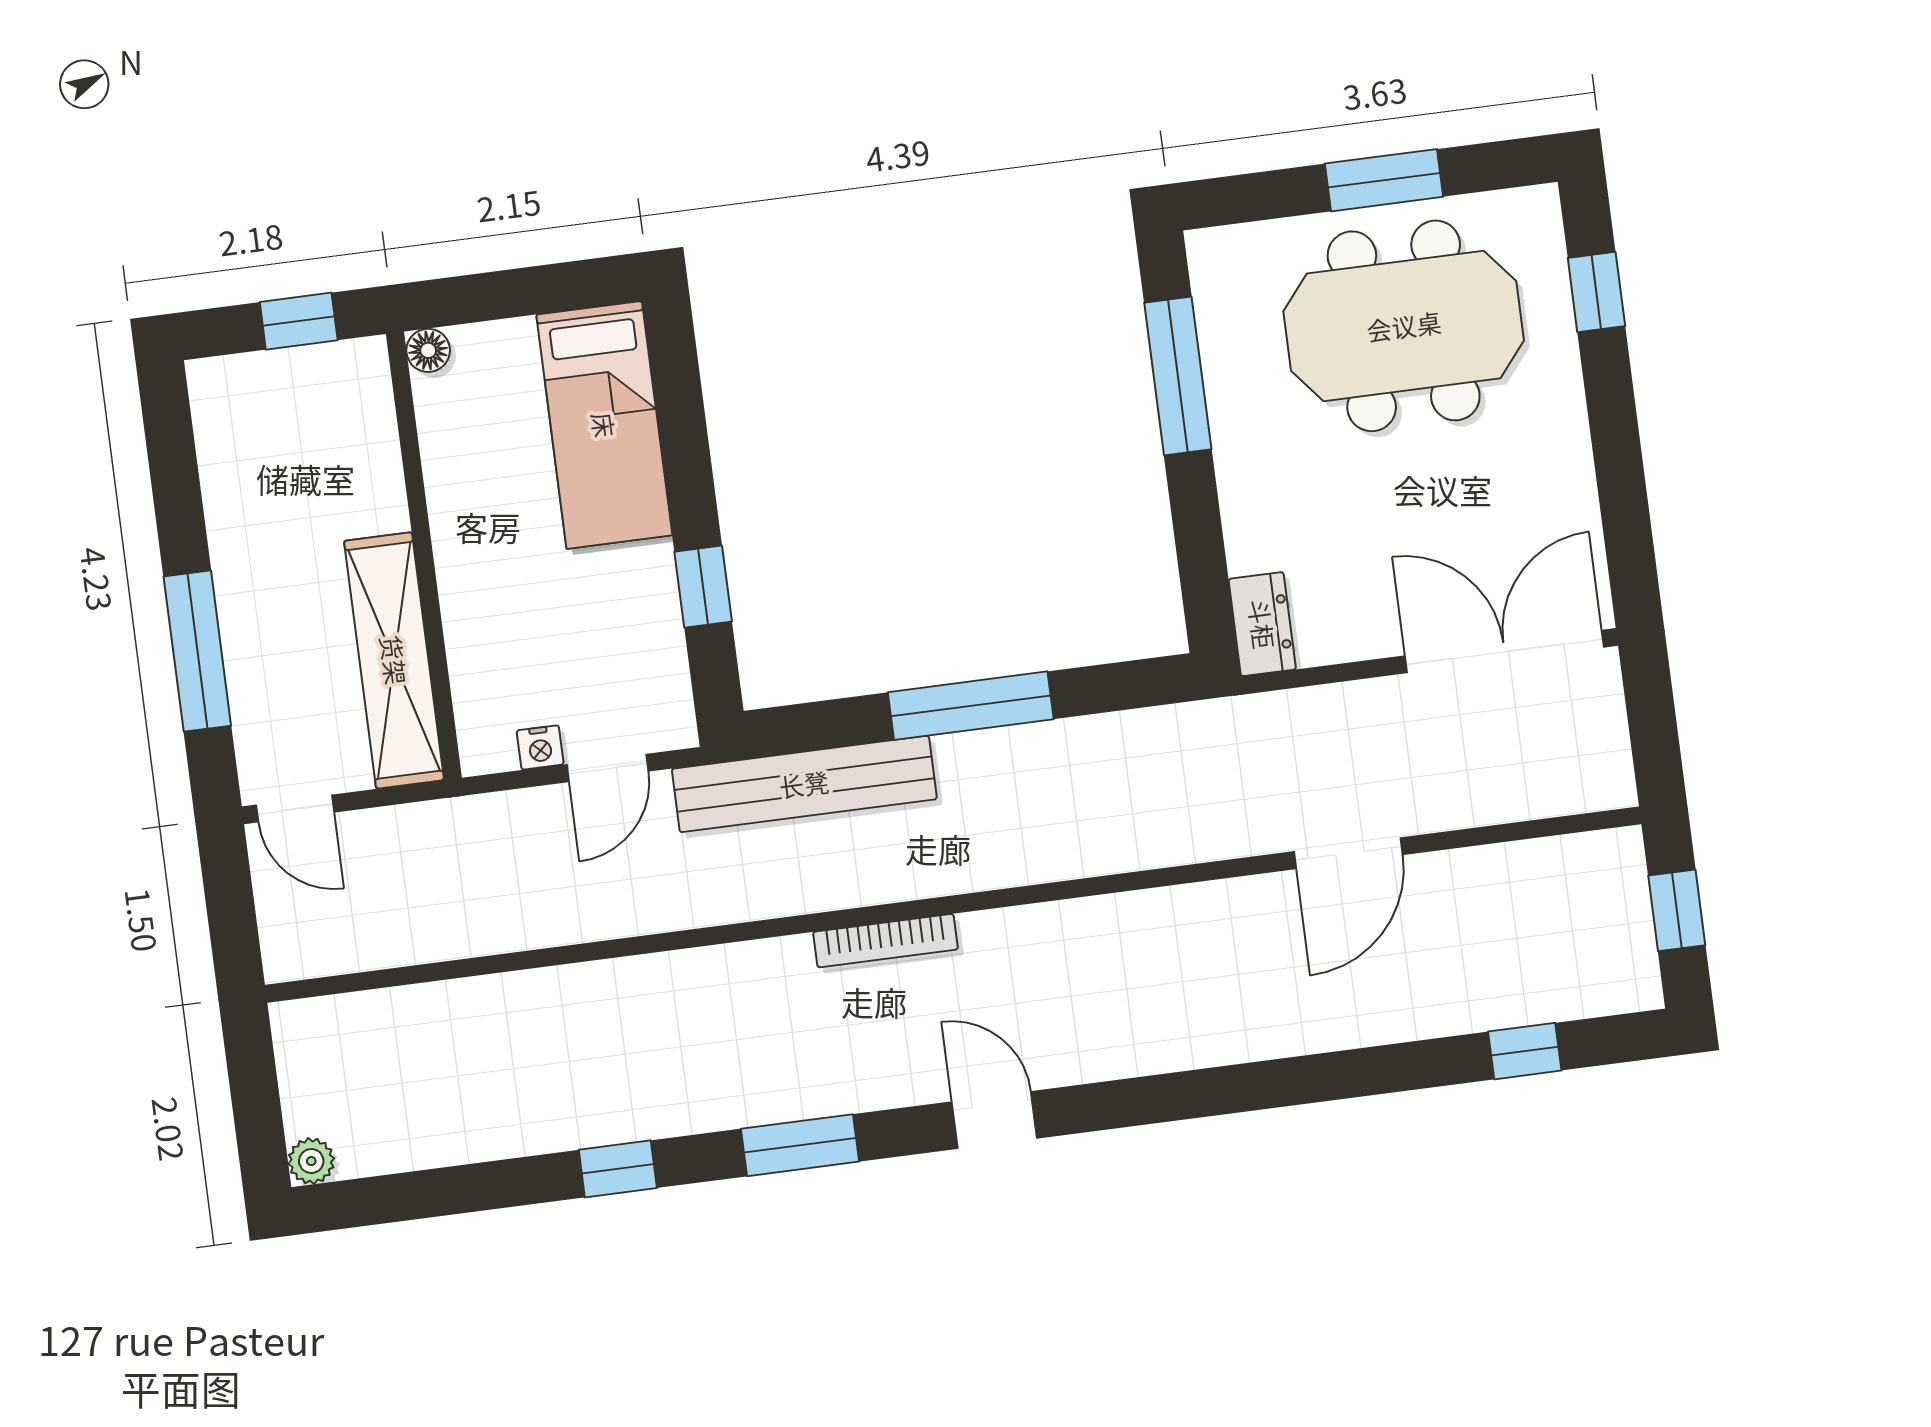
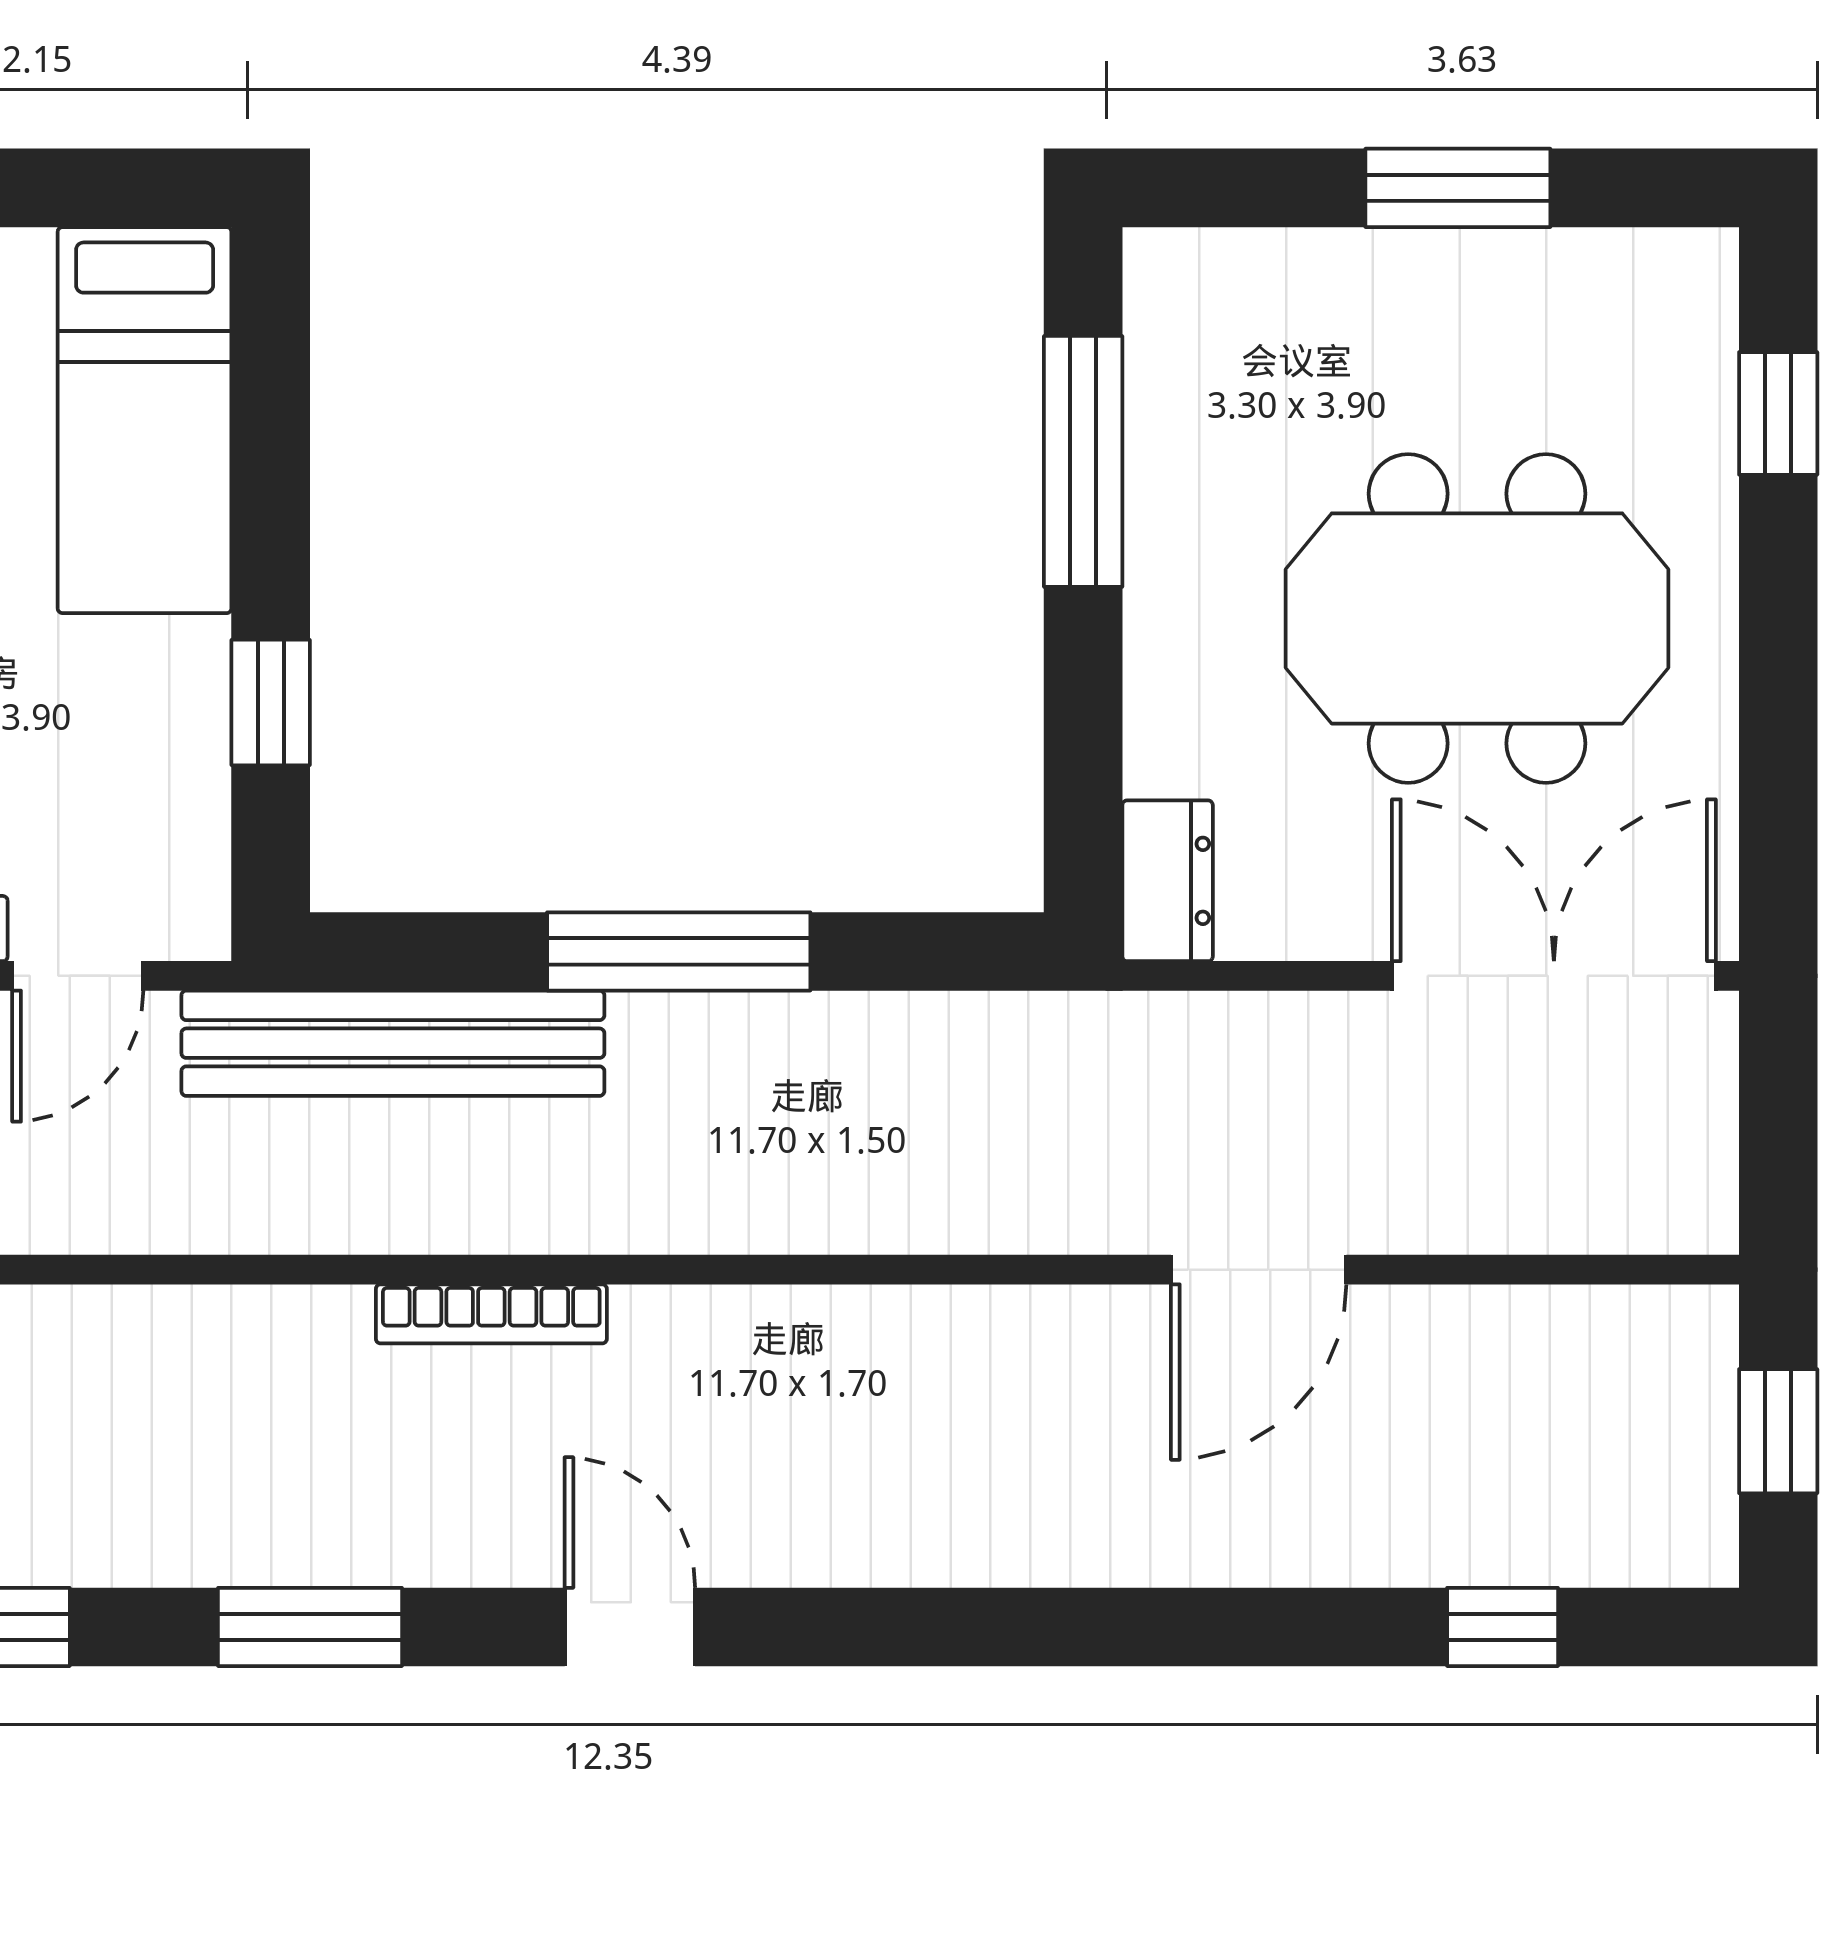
meeting table: (1404, 326) -> (1477, 618), moved

